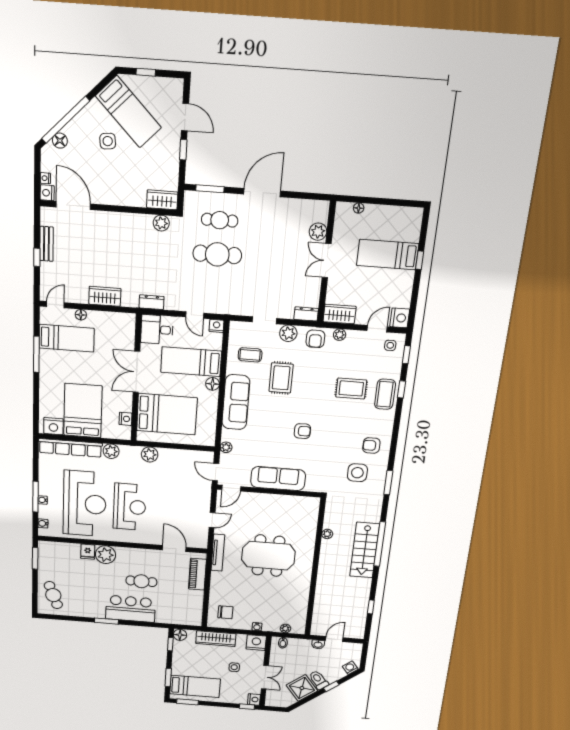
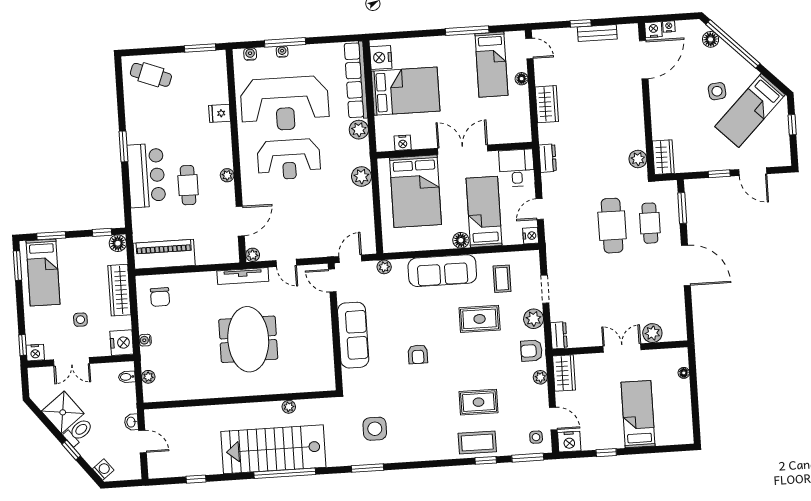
door: (185, 117) -> (753, 172), hinge flipped
window: (420, 260) -> (606, 453), moved
window: (406, 355) -> (528, 458), width x1.50
rug: (351, 388) -> (478, 402), turned 90
armchair: (371, 445) -> (412, 439), removed
plant: (202, 543) -> (253, 255), added
stairs: (365, 550) -> (273, 449), width x1.36, depth x1.51
plant: (105, 555) -> (227, 175), moved, width x0.53, depth x0.53
piano: (198, 574) -> (164, 254), moved, width x1.37, depth x1.33
cafe table: (53, 595) -> (151, 75), turned 42

